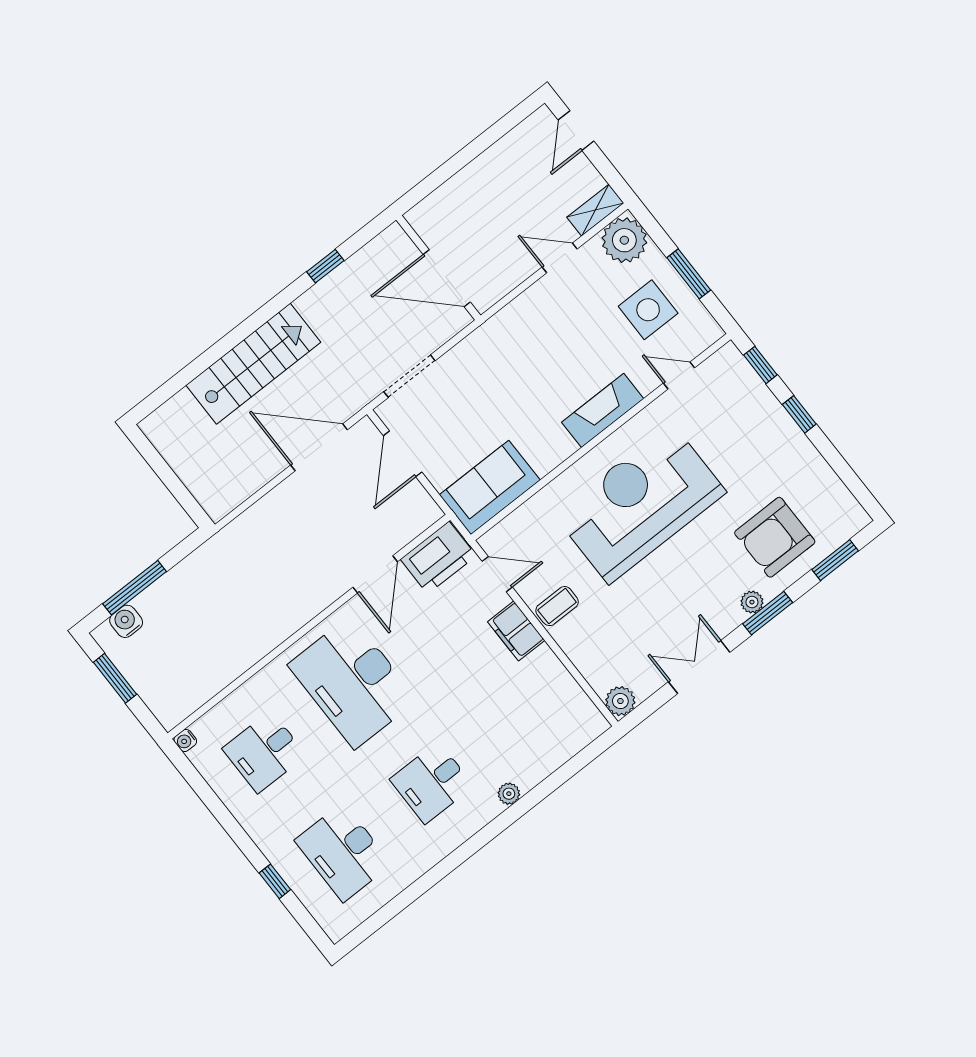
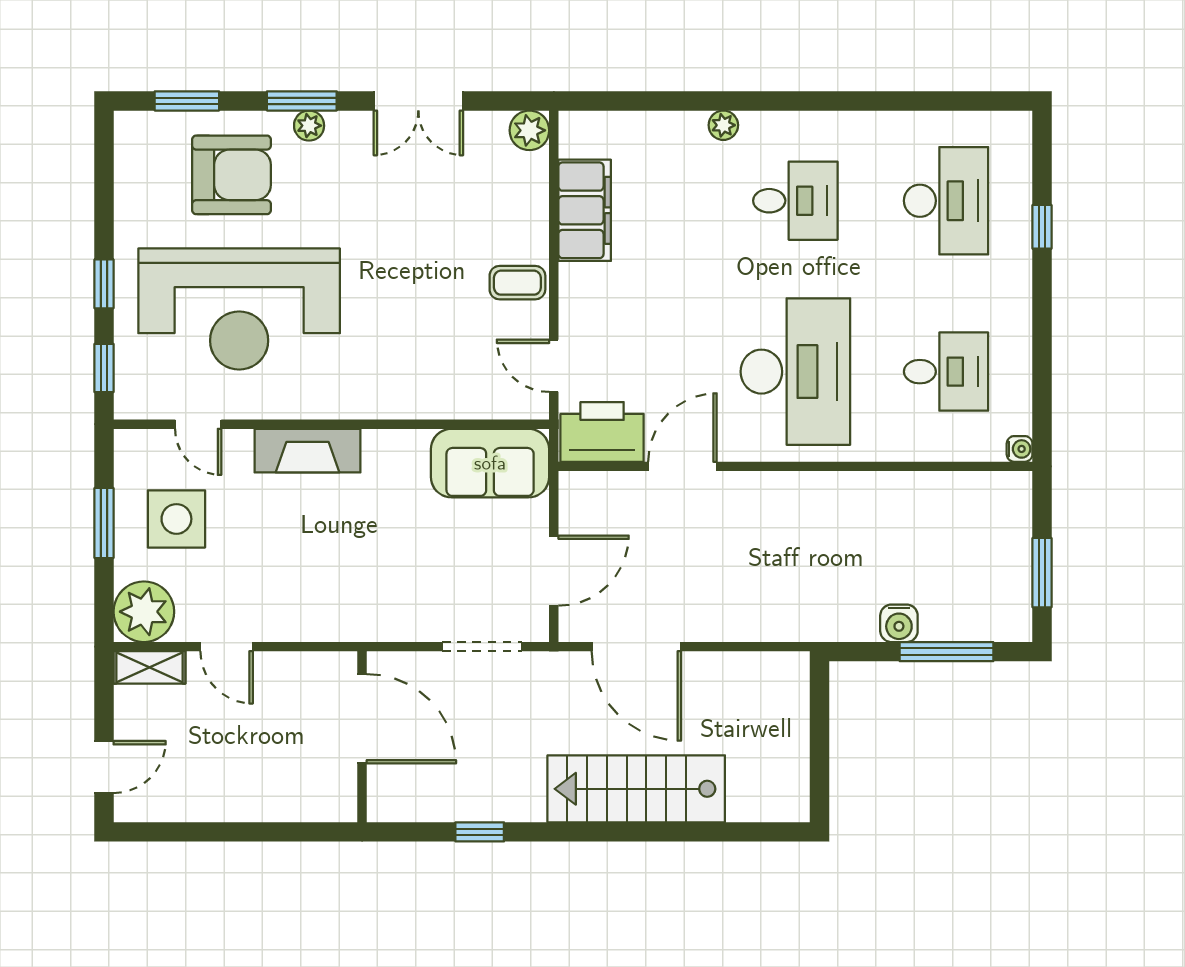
reception desk: (640, 503) -> (239, 309), moved
water cooler: (126, 621) -> (899, 623), moved
filing cabinet: (516, 631) -> (585, 210), moved, width x1.50, depth x1.17

